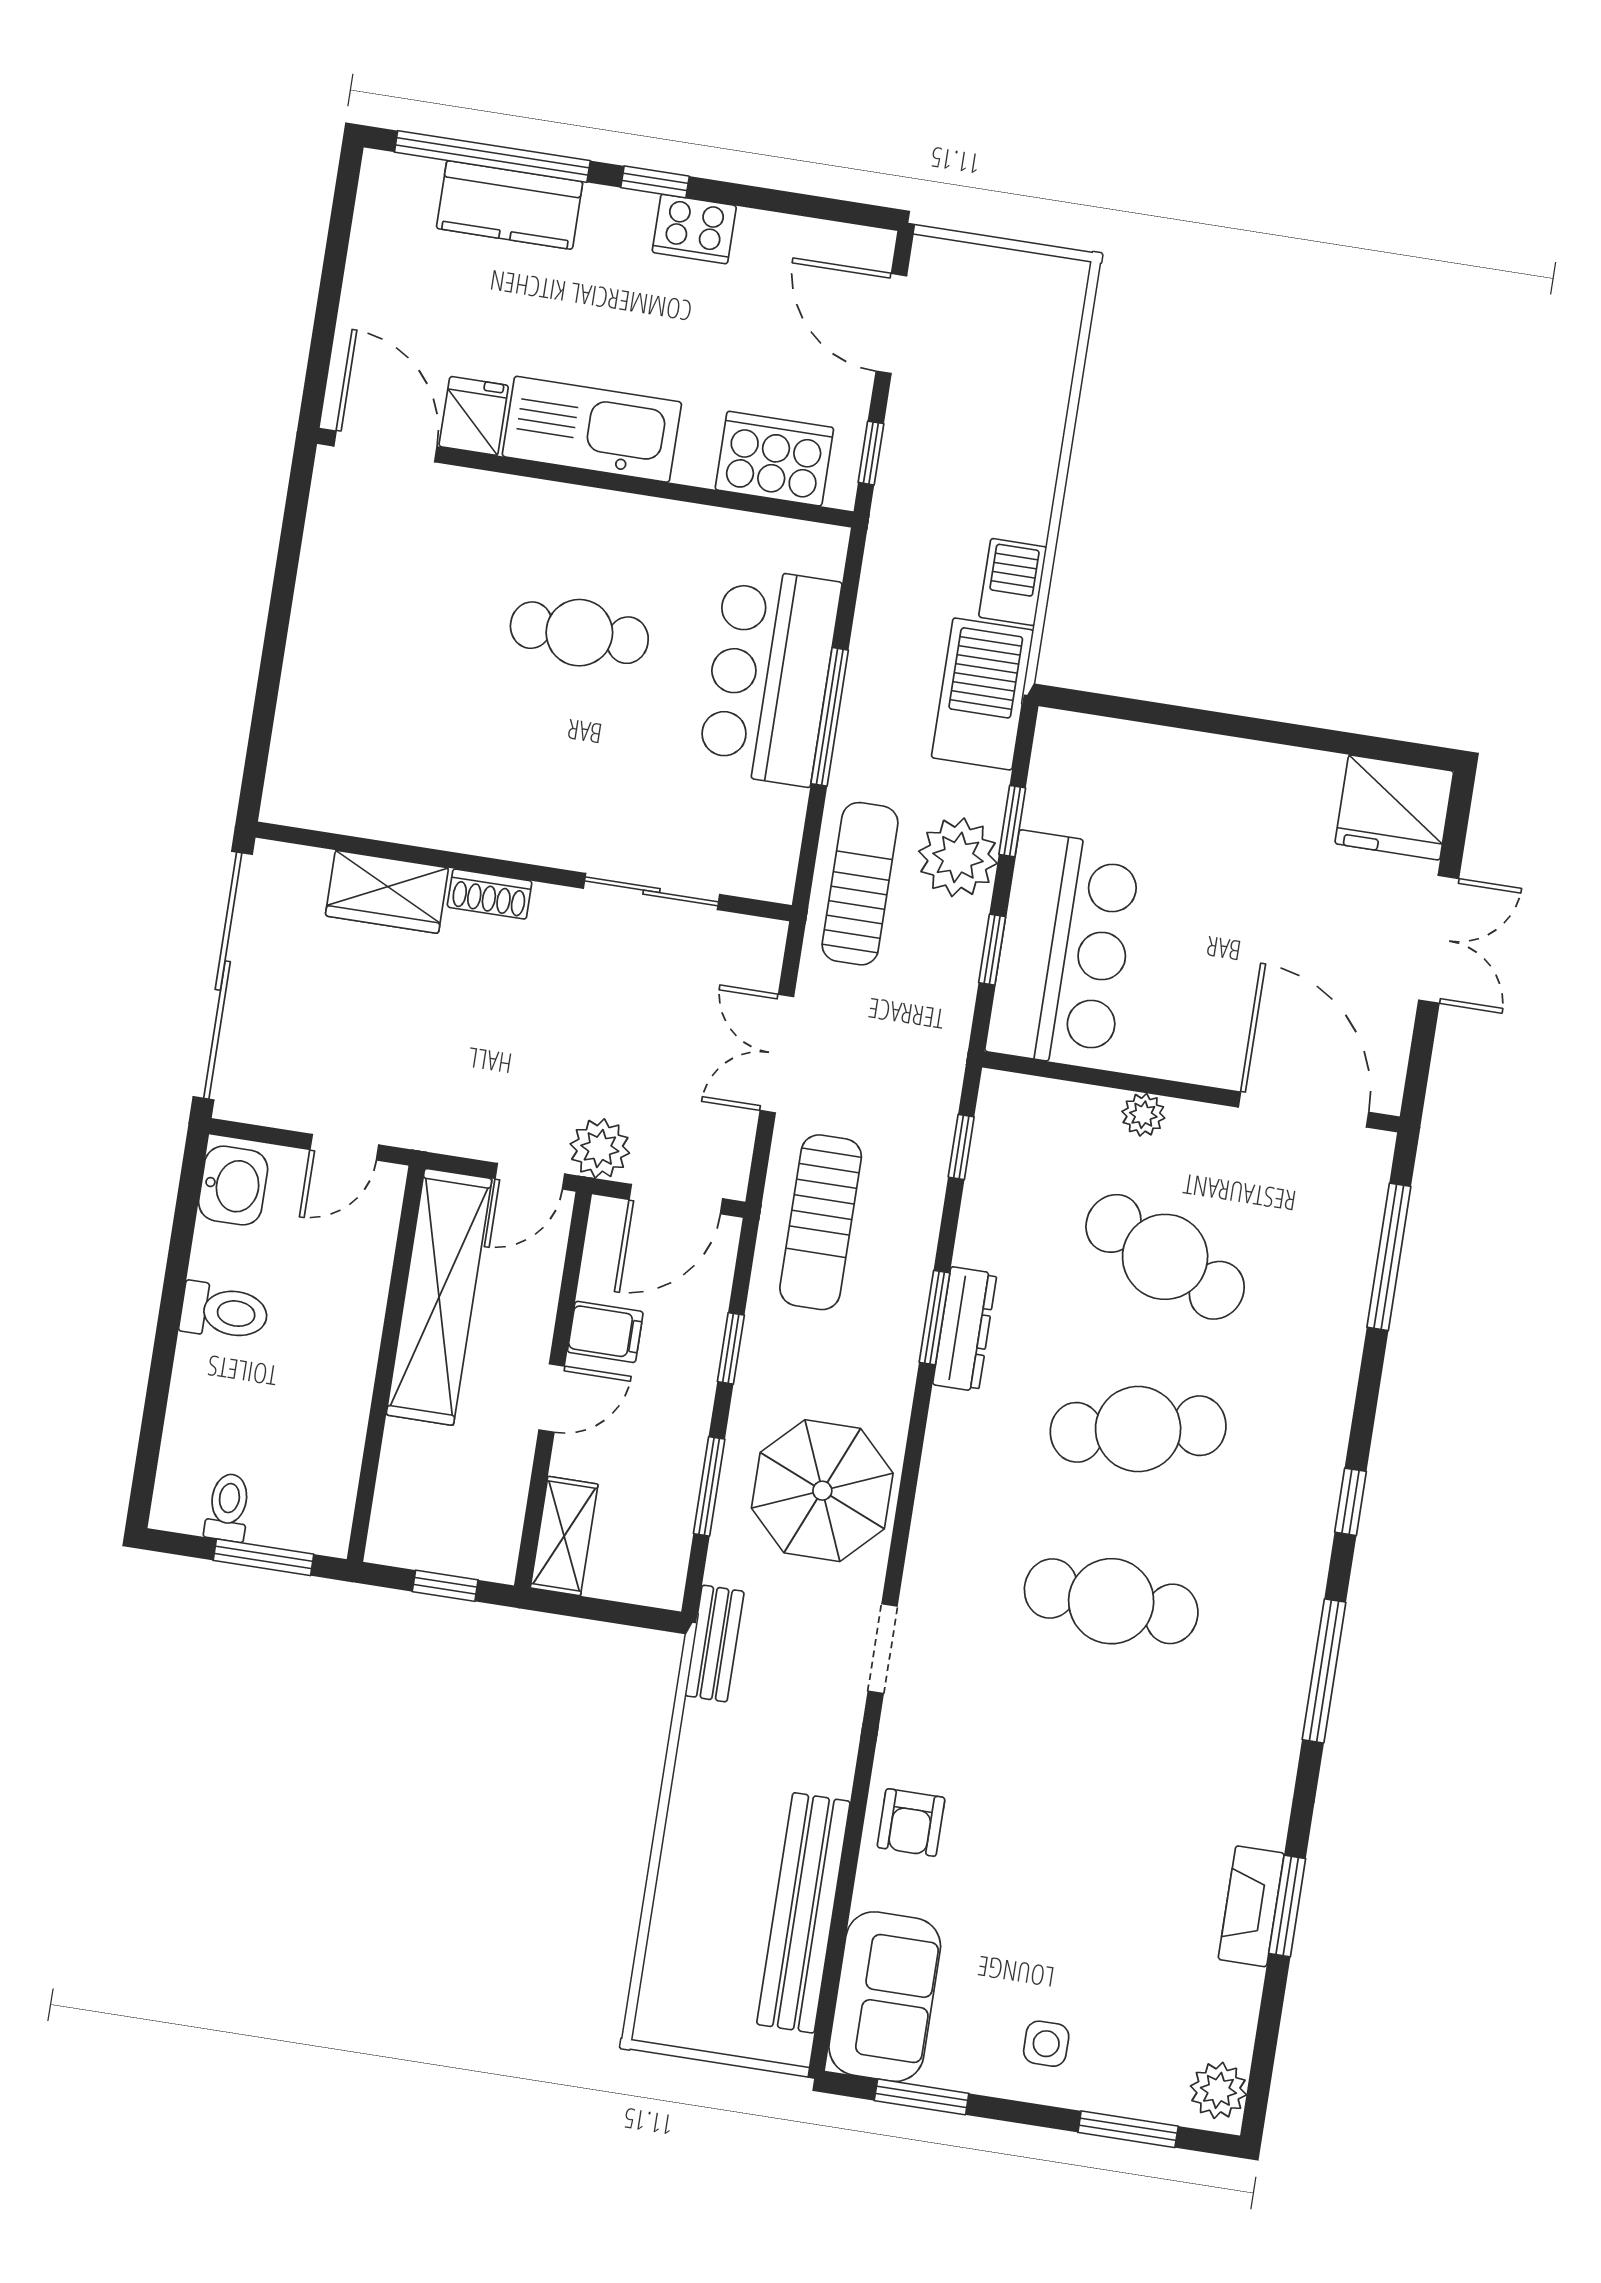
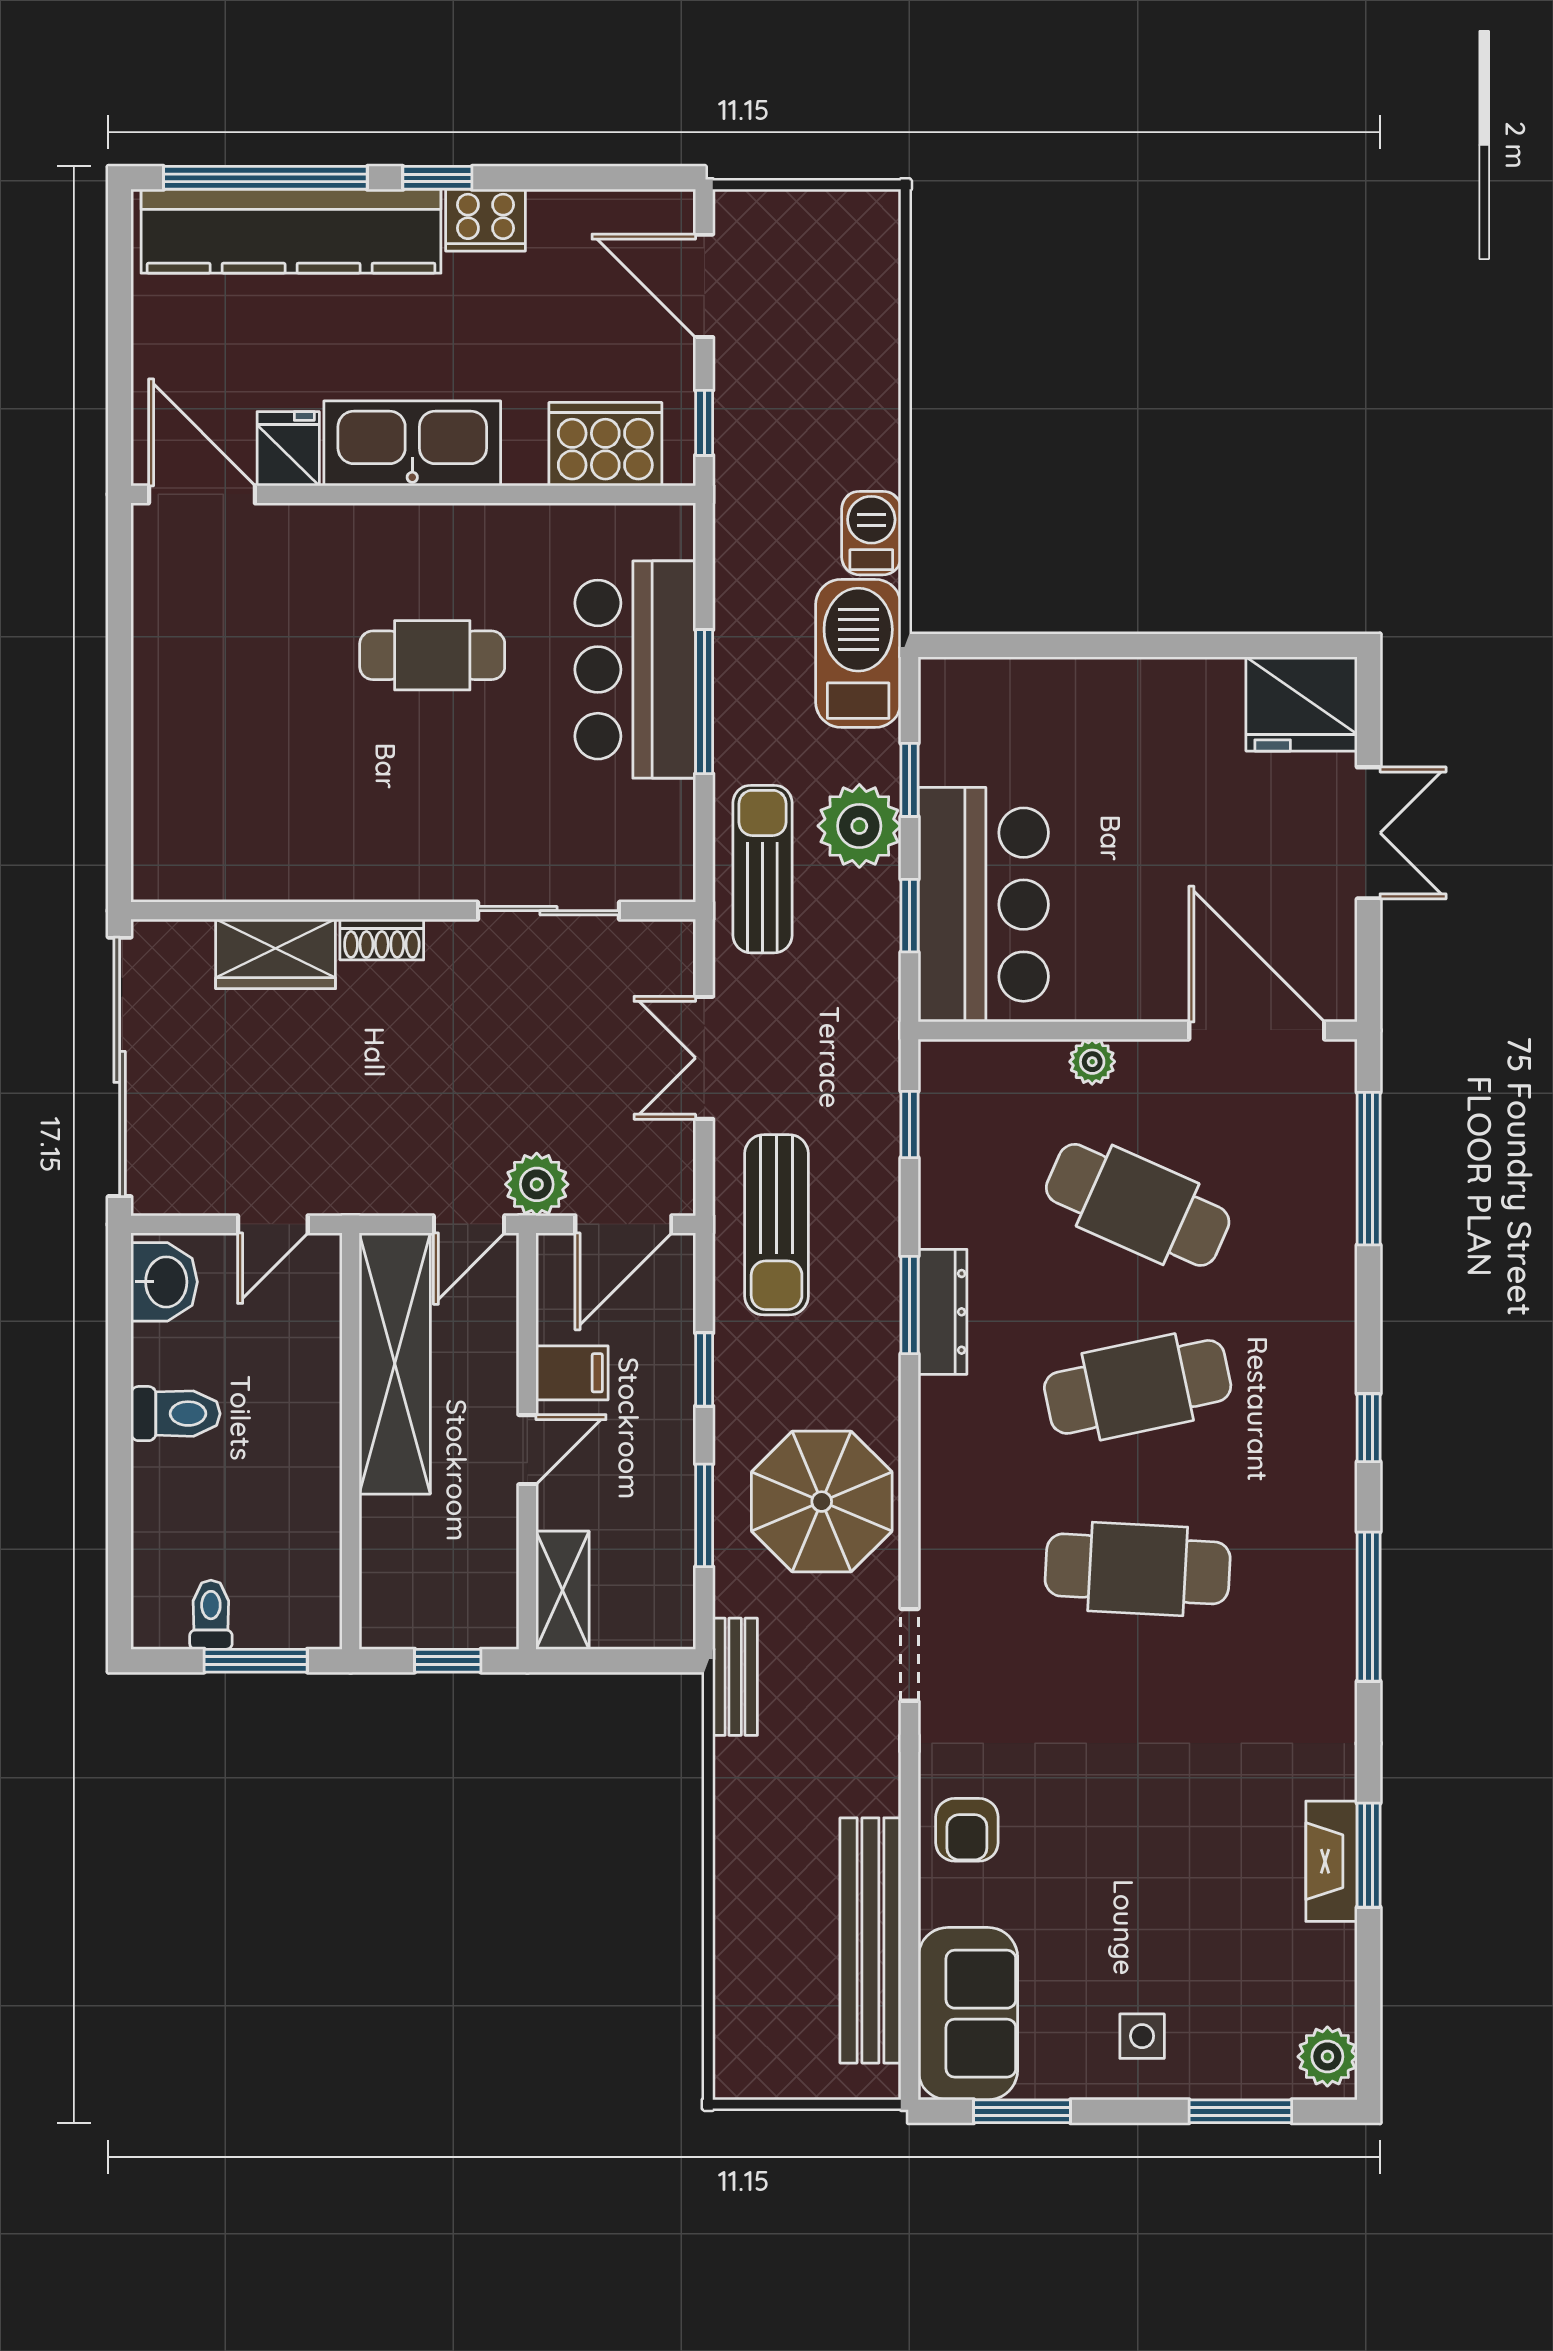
kitchen counter: (510, 205) -> (291, 231), width x2.08, depth x1.17

